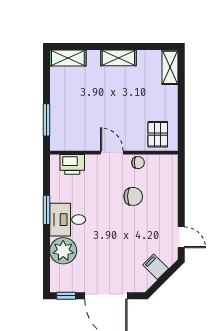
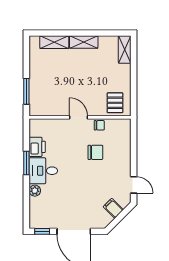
shelving: (68, 58) -> (54, 42), moved
printer: (72, 164) -> (37, 147), moved, turned -90
plant: (63, 251) -> (35, 191), width x0.53, depth x0.53

